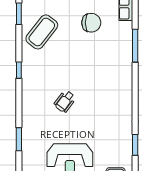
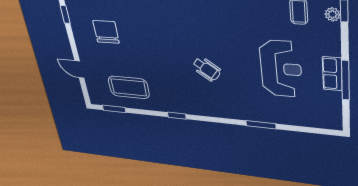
coffee table: (42, 32) -> (129, 87), turned -38

